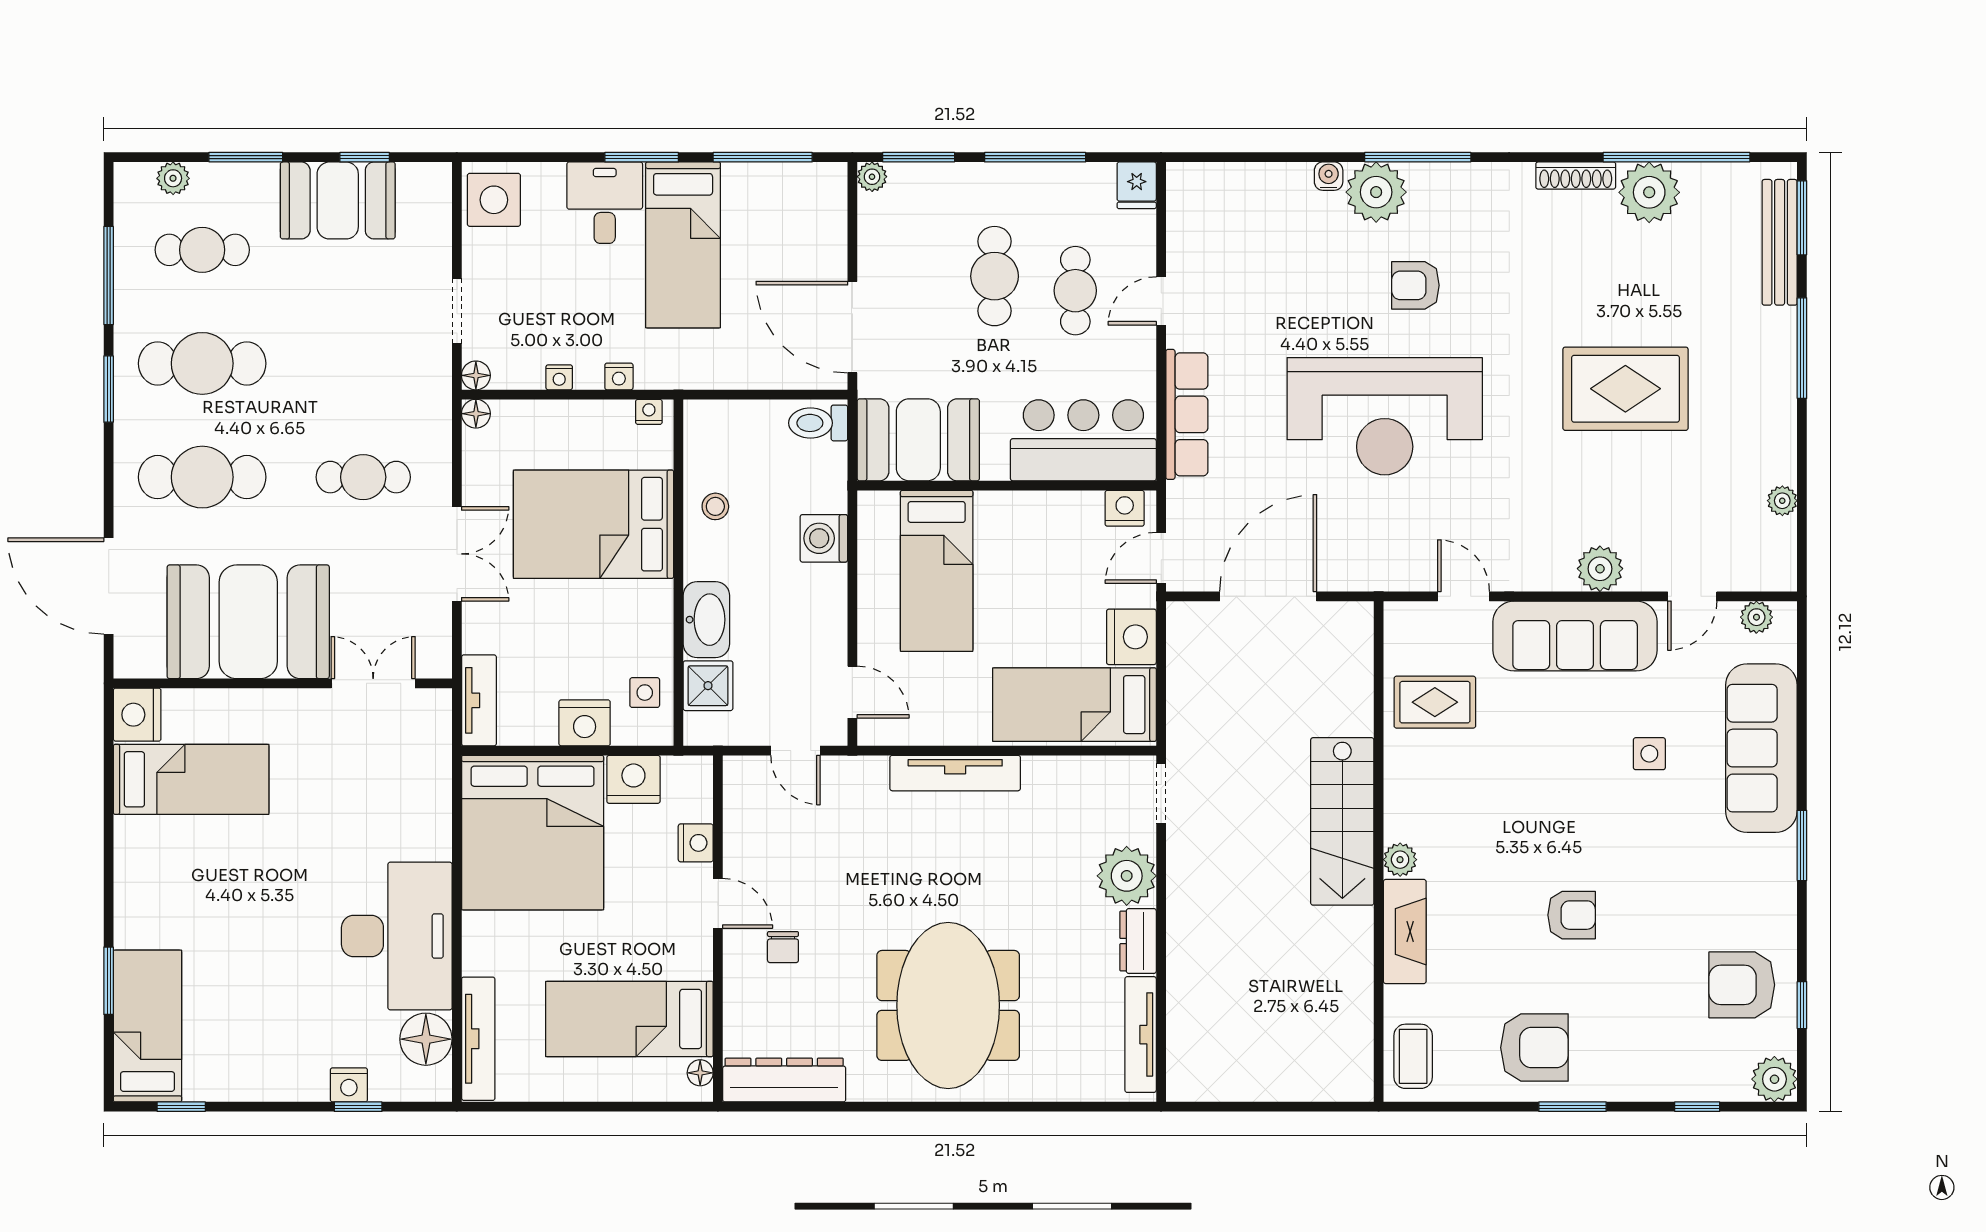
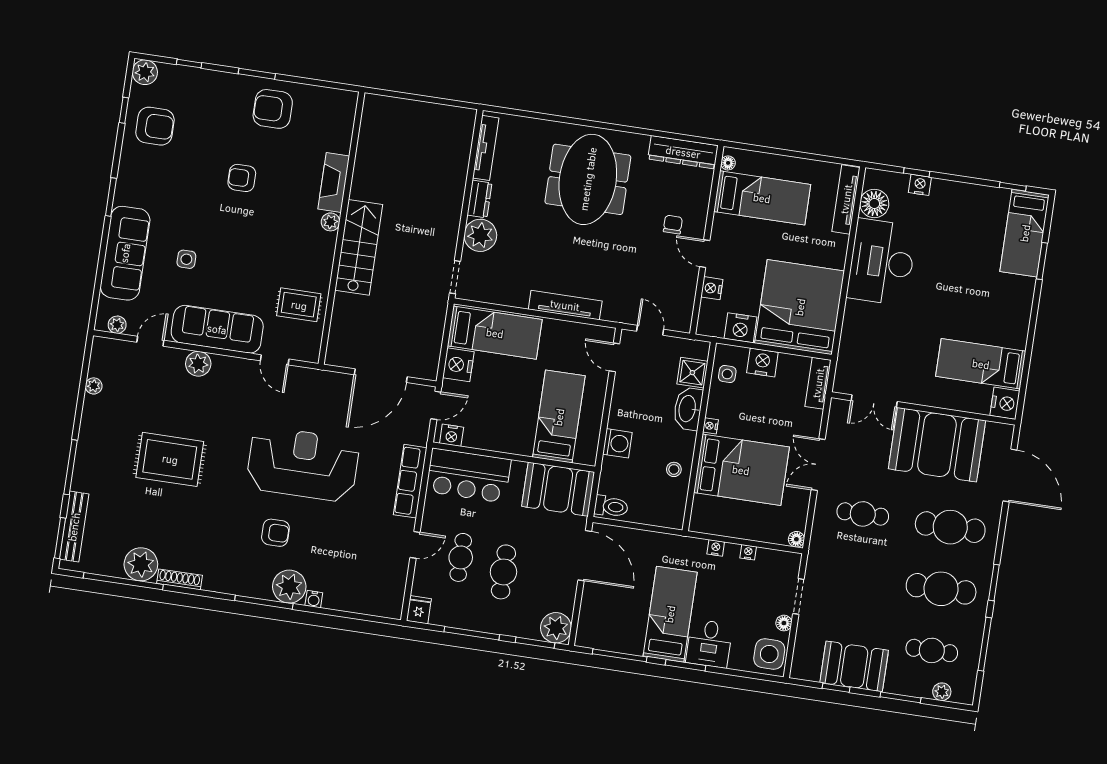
plant: (872, 177) -> (556, 628), width x1.88, depth x1.88
floor lamp: (476, 375) -> (784, 623), moved
nightstand: (649, 412) -> (710, 426), moved, turned 90
coffee table: (1413, 1056) -> (339, 114), removed

